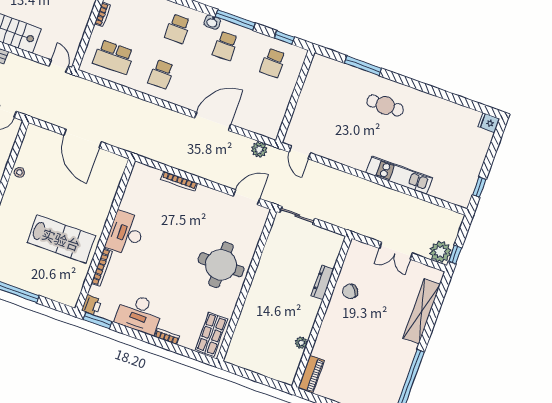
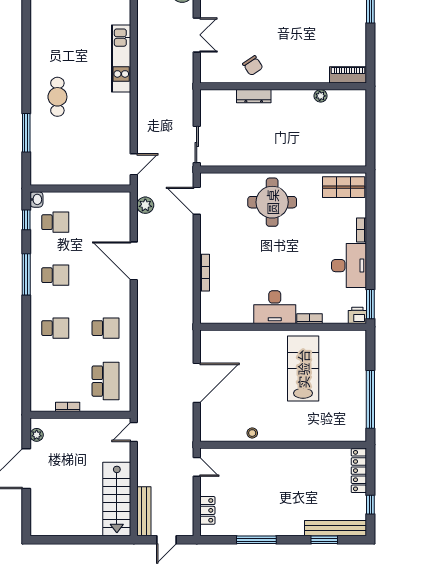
washbasin: (212, 22) -> (36, 199), moved
bookcase: (102, 267) -> (310, 319), width x0.64

